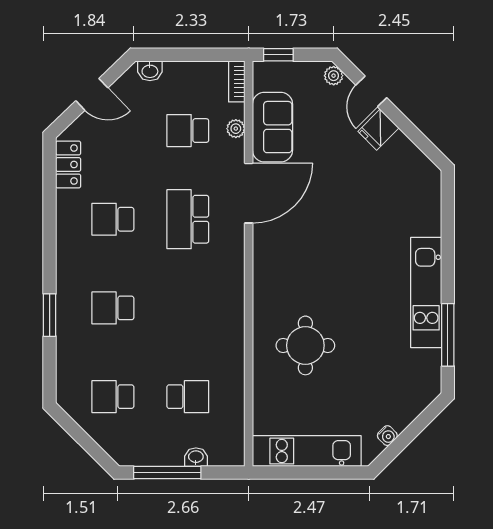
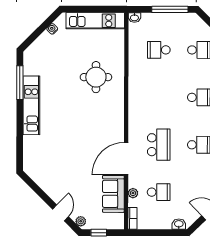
window: (278, 55) -> (99, 233), moved
fridge: (378, 130) -> (57, 192), removed
washbasin: (196, 457) -> (134, 17), moved

